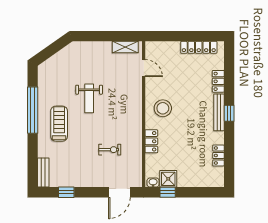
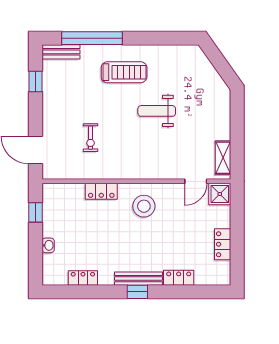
locker: (199, 47) -> (223, 244), width x0.66
window: (33, 110) -> (92, 38), moved
shower: (168, 179) -> (220, 194), moved
washbasin: (153, 182) -> (48, 245), moved

